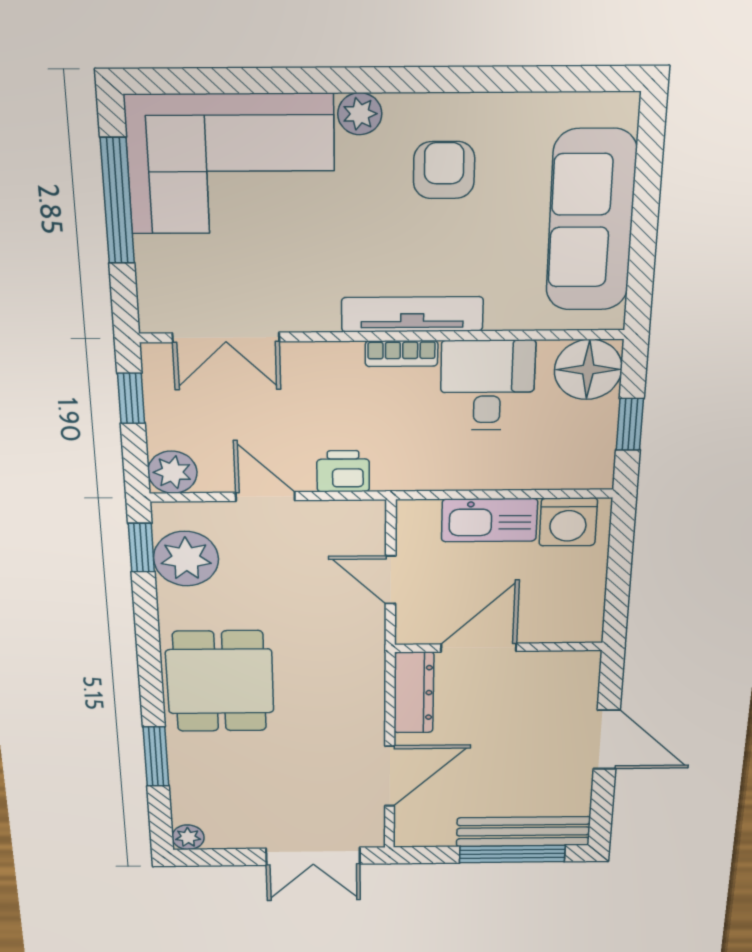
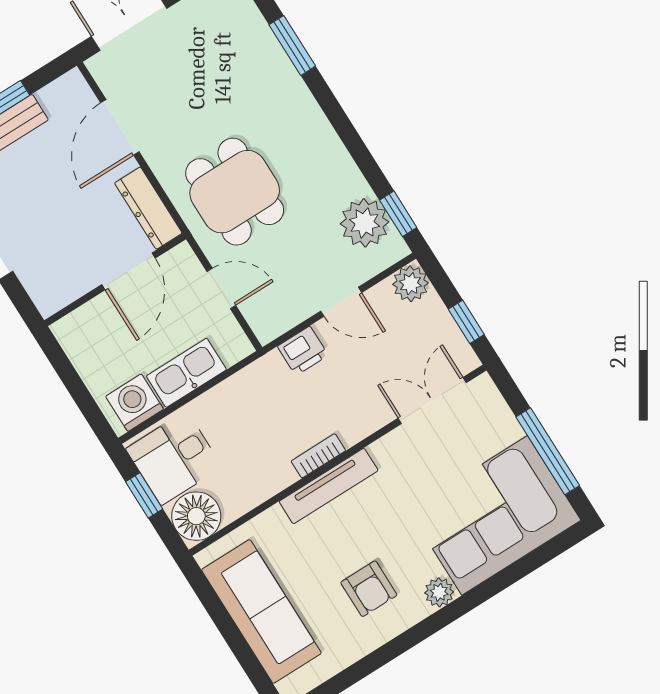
desk: (487, 385) -> (174, 458), moved, turned 90
dining table: (220, 681) -> (235, 192), moved

